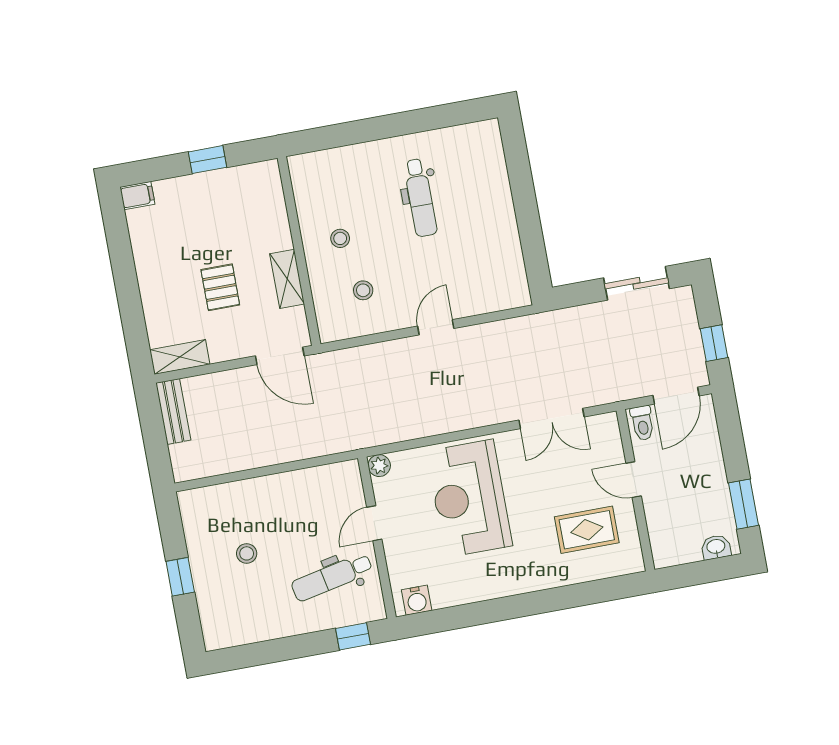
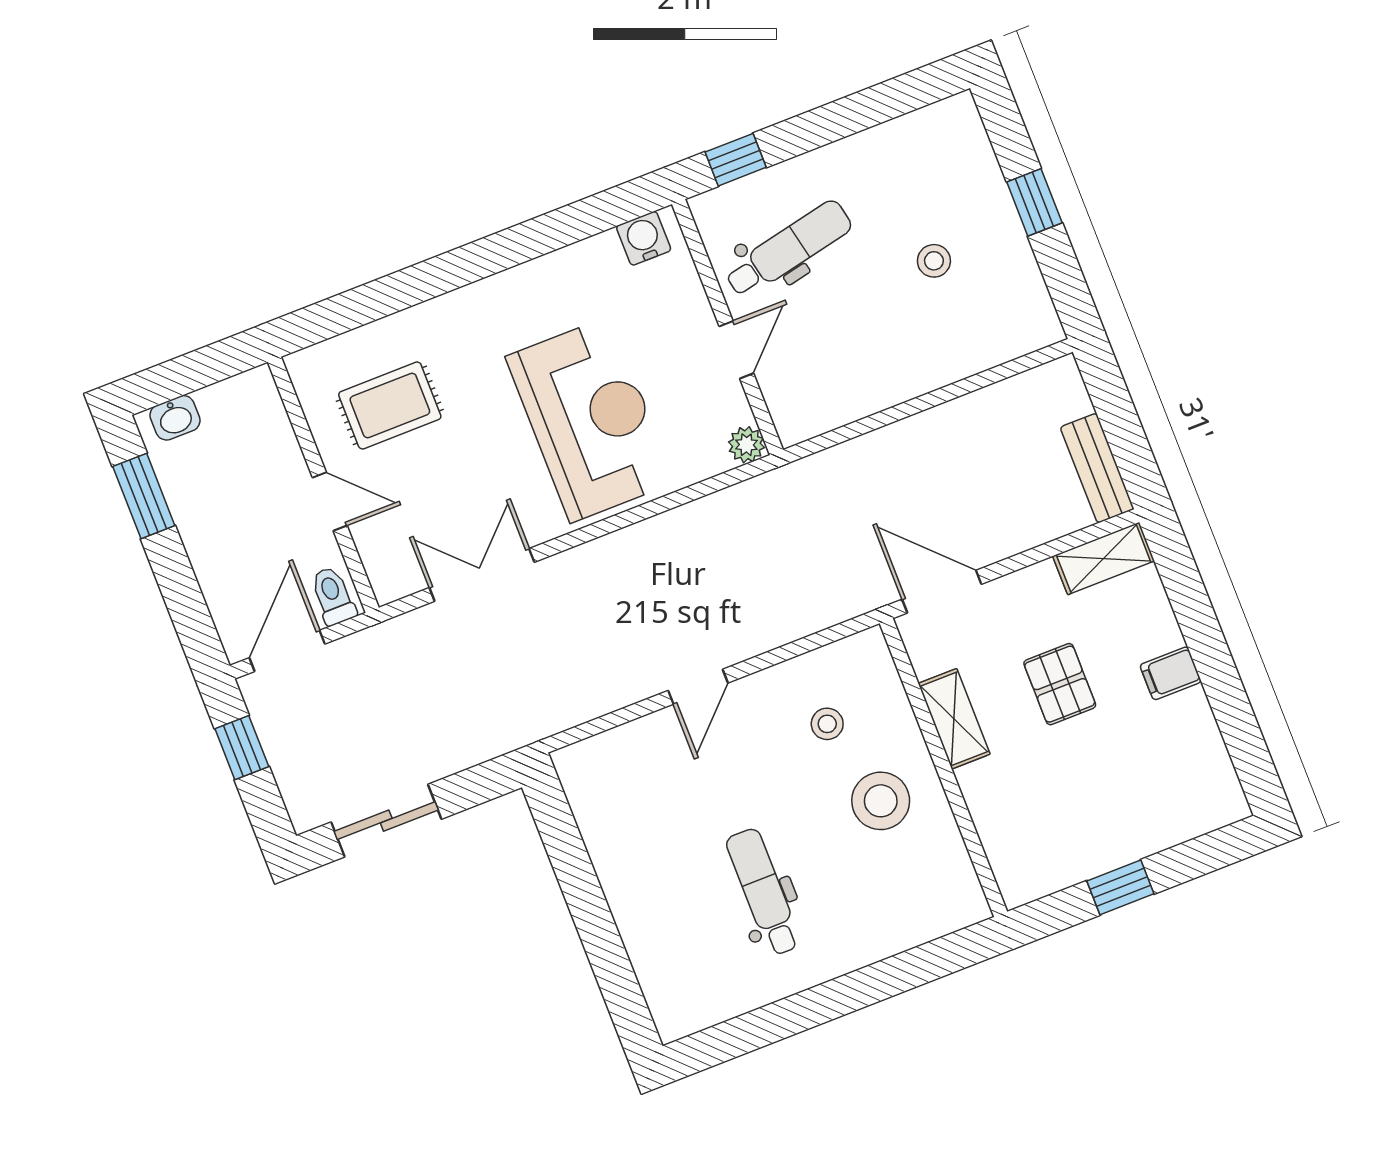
filing cabinet: (137, 196) -> (1171, 673), moved
stool: (340, 238) -> (881, 801), width x1.89, depth x1.89

